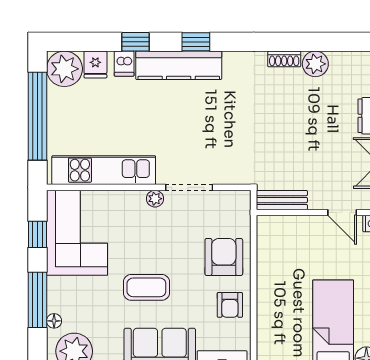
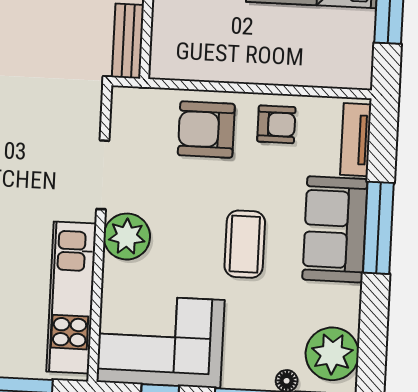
plant: (155, 199) -> (127, 237), width x1.87, depth x1.87

